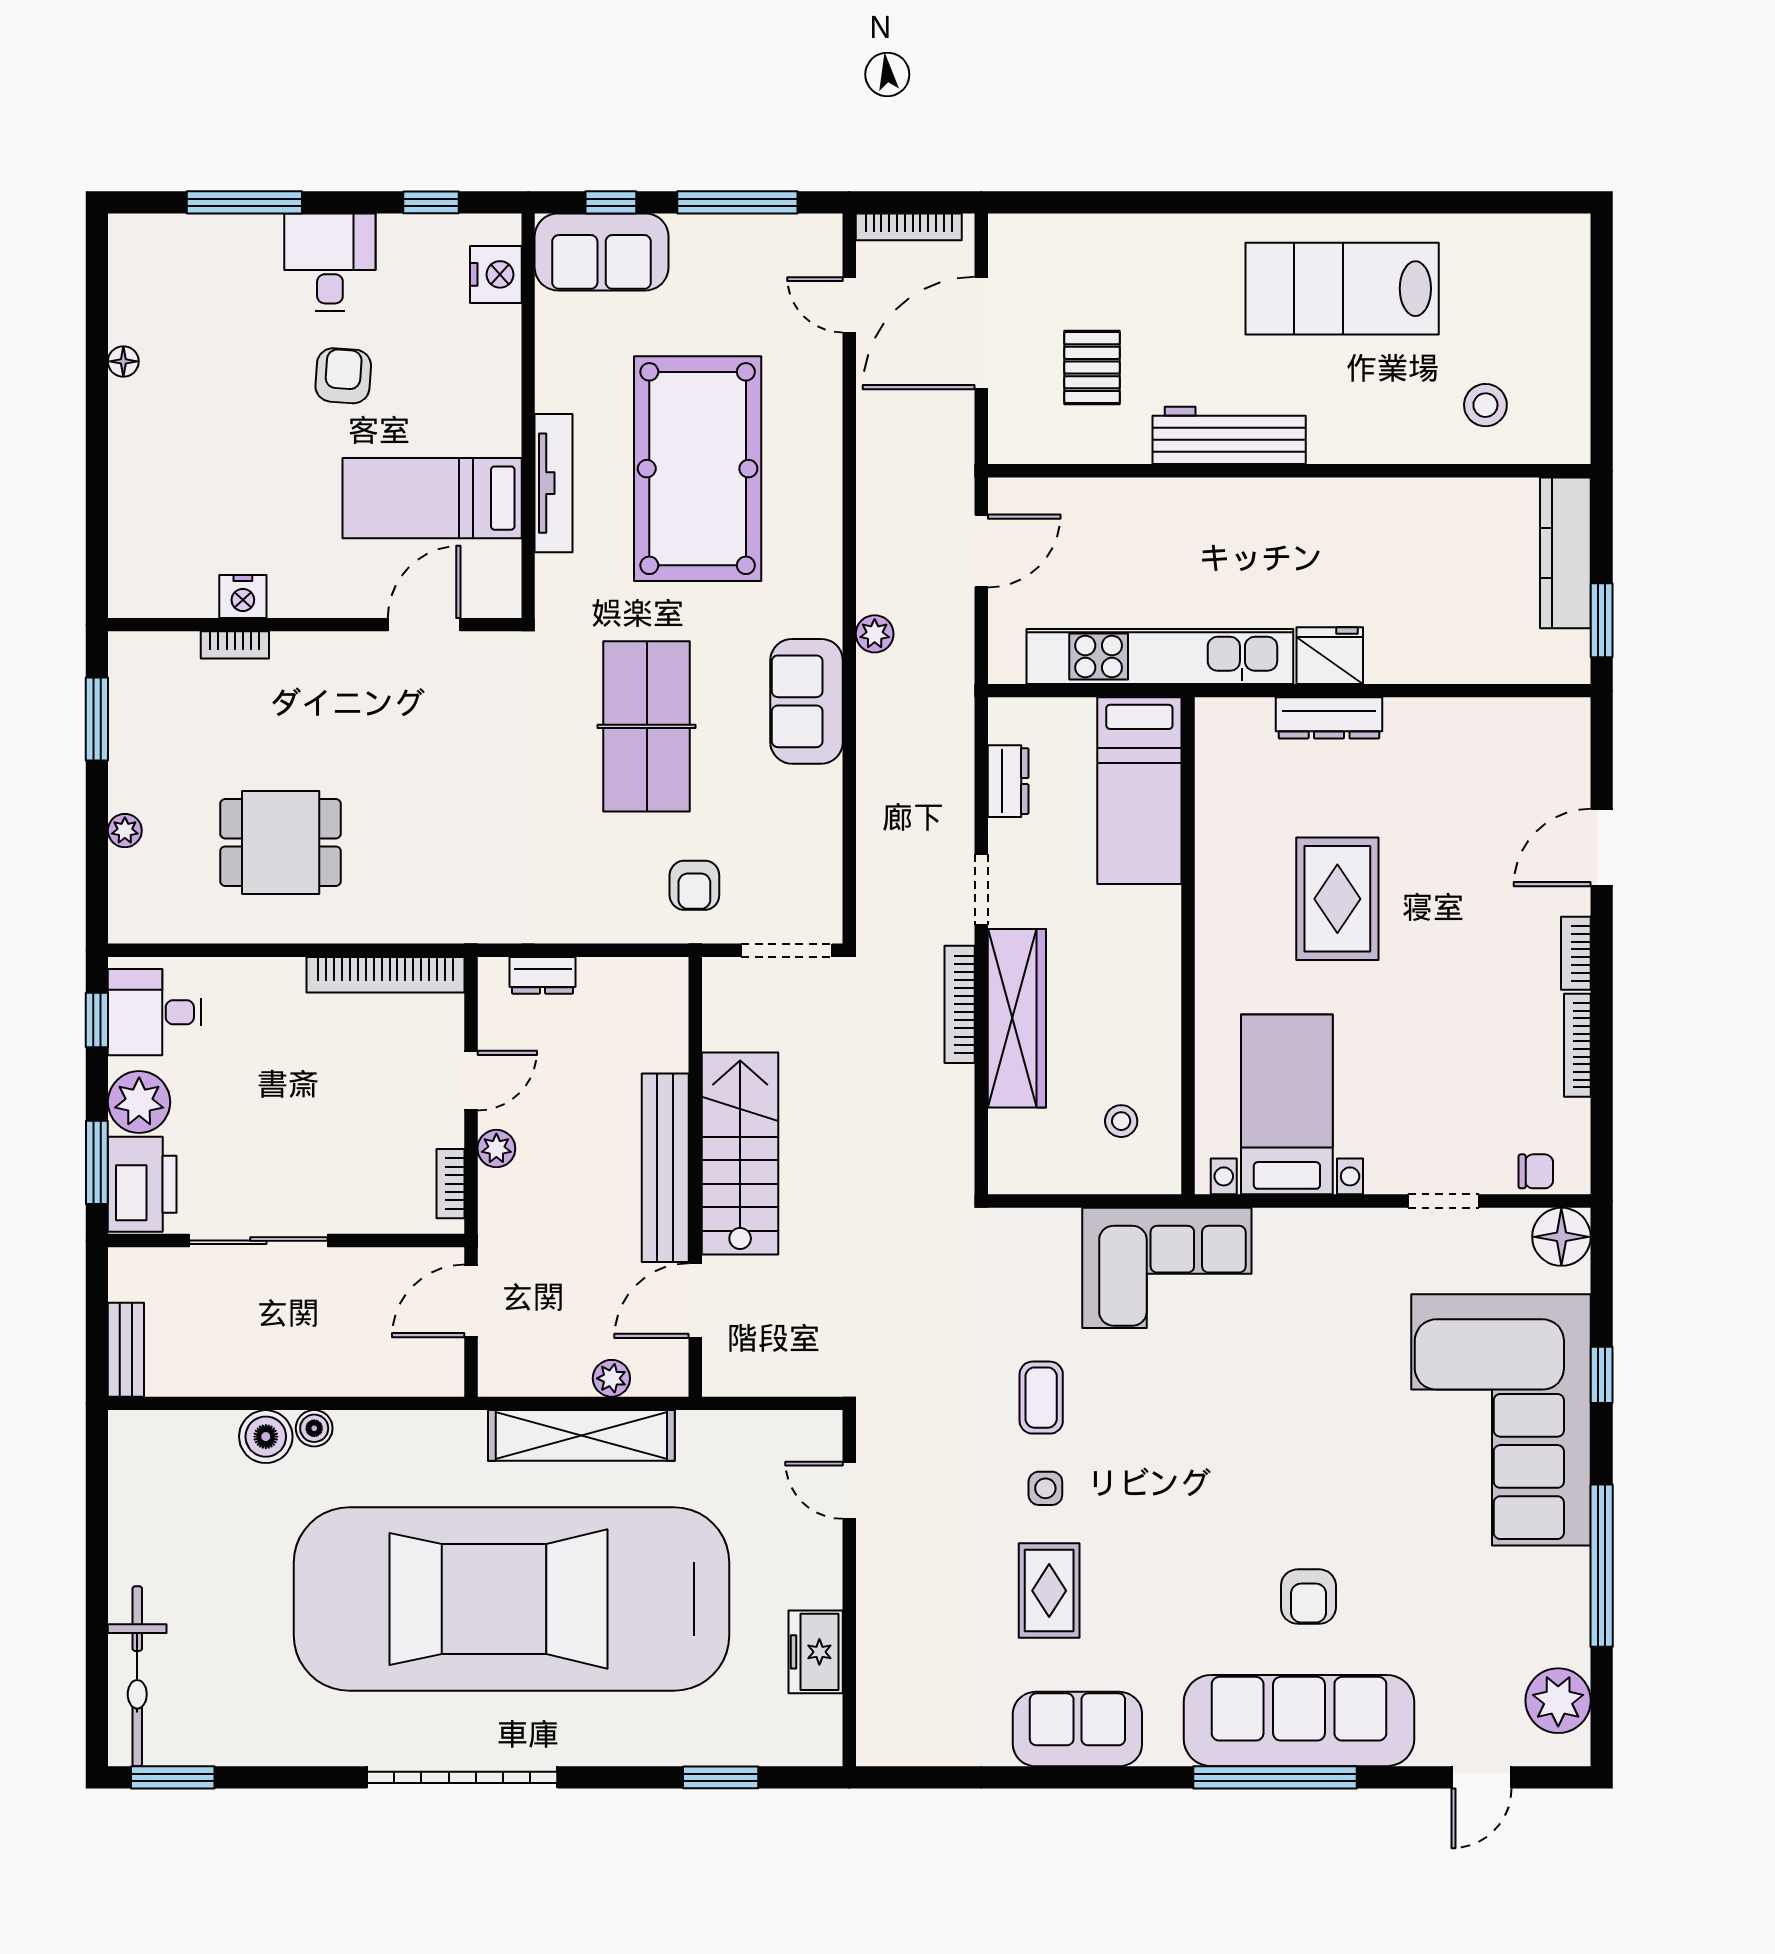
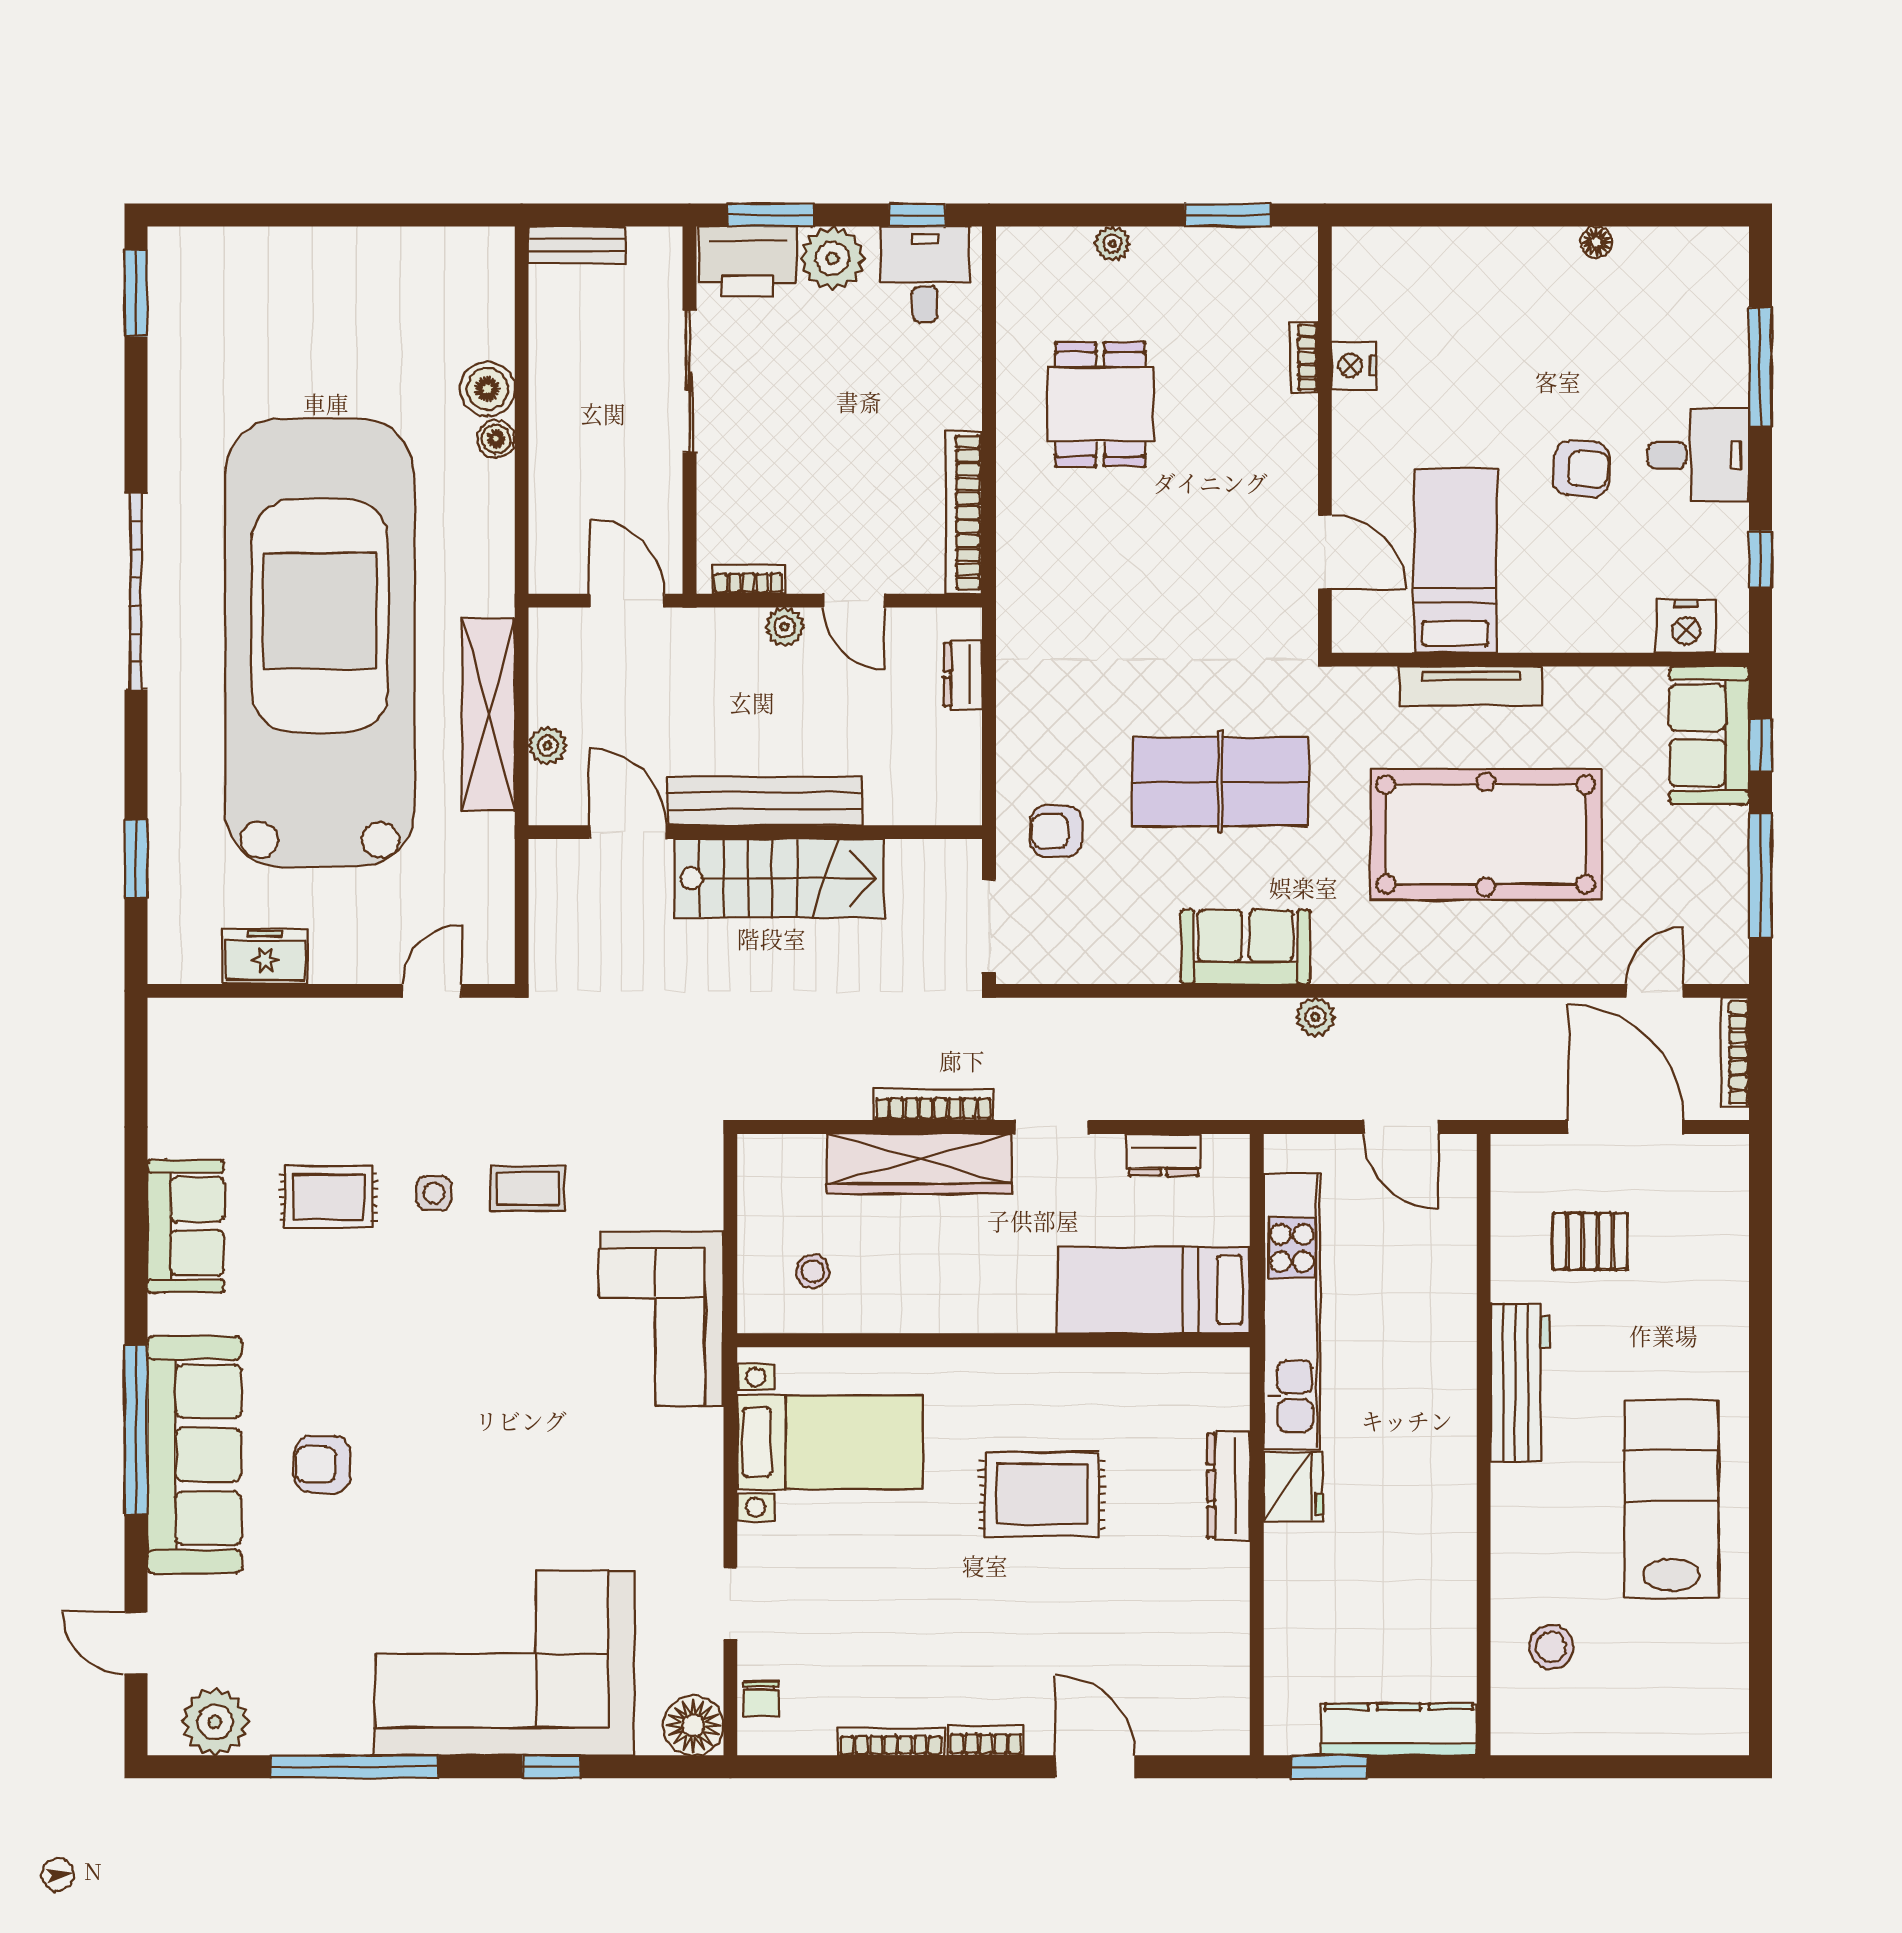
bicycle: (137, 1676) -> (240, 256), removed

